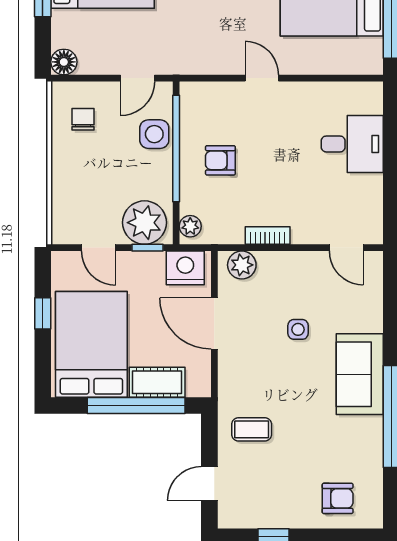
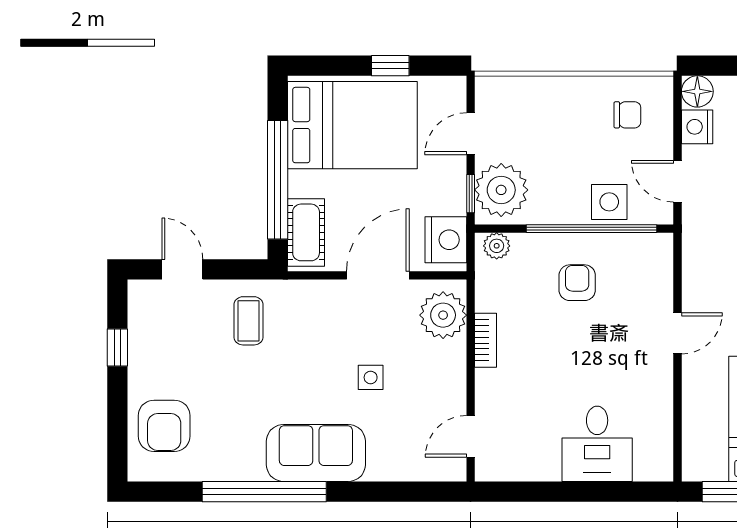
nightstand: (93, 62) -> (697, 127), added
plant: (242, 265) -> (443, 315), width x1.36, depth x1.36
cot: (157, 382) -> (306, 232), moved
armchair: (338, 498) -> (164, 426), width x1.38, depth x1.38

